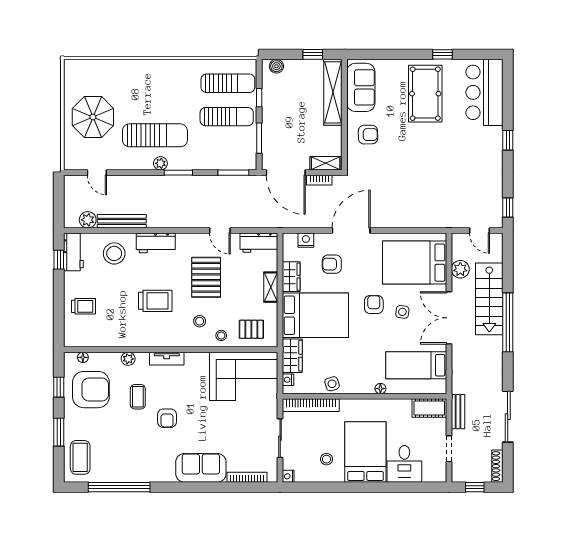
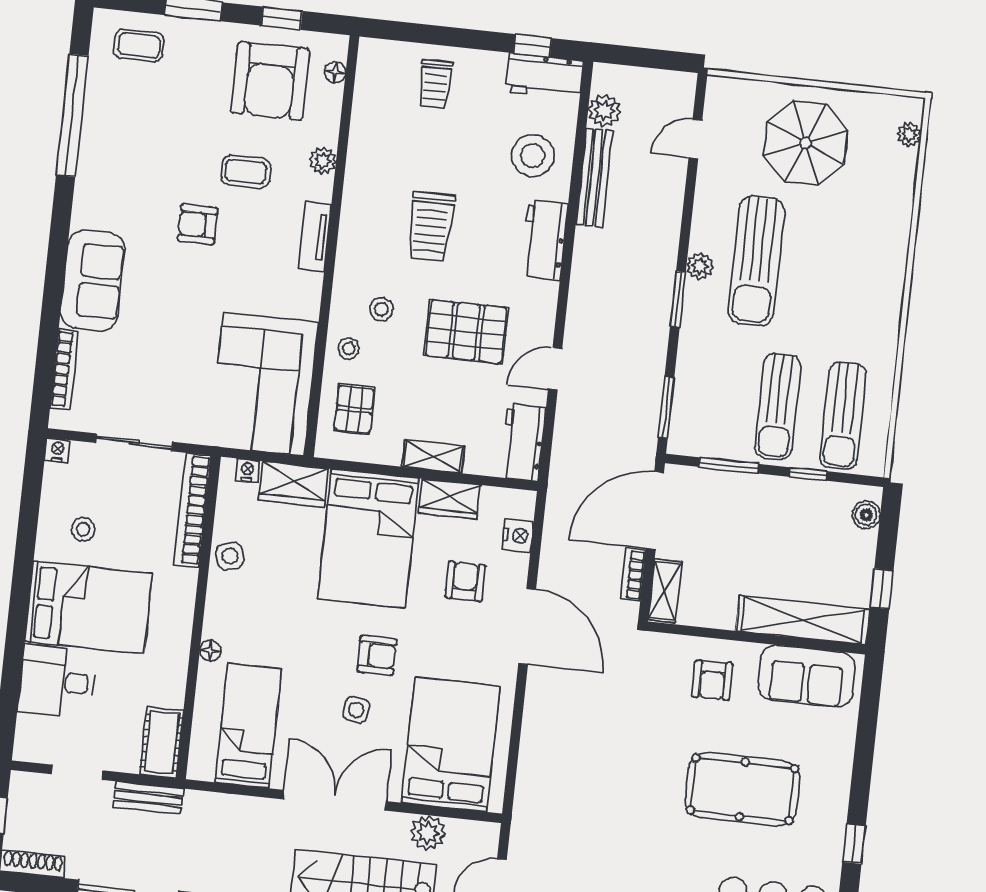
plant: (83, 65) -> (909, 135), added
pool table: (425, 94) -> (742, 789), moved
coffee table: (80, 457) -> (139, 45), width x0.73, depth x0.77

